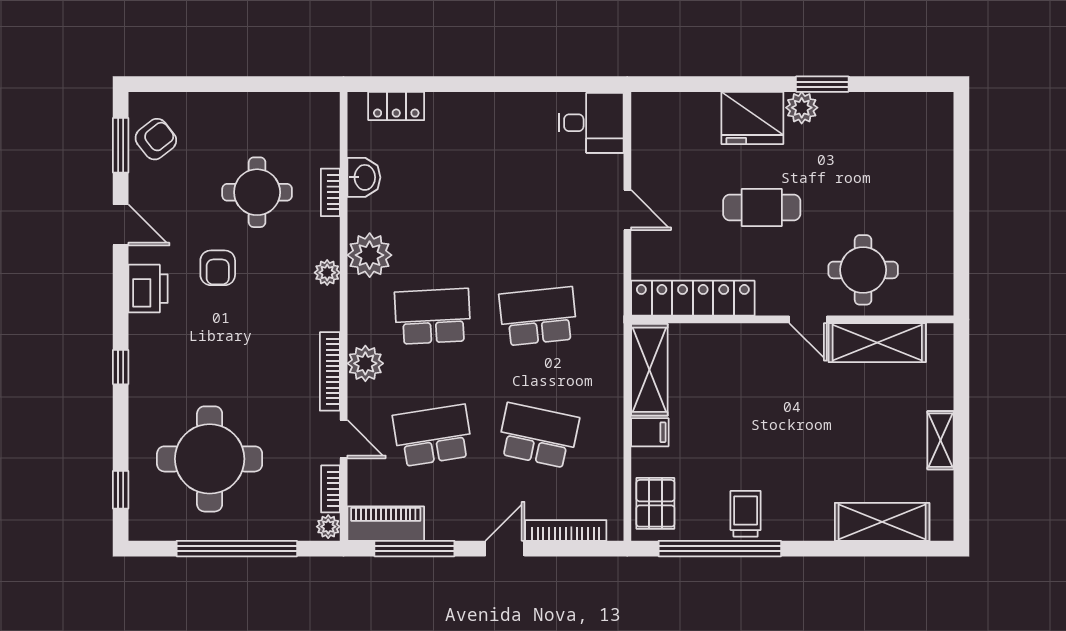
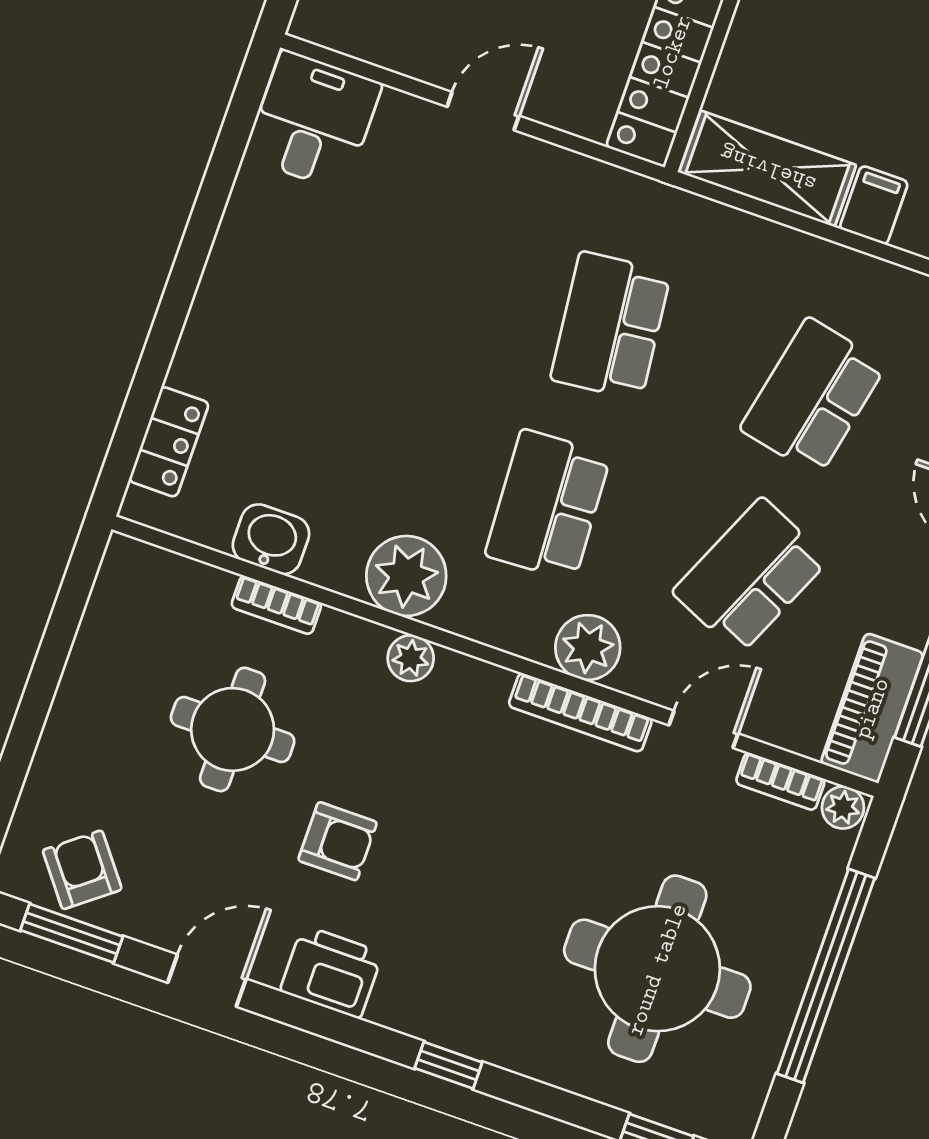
school desk: (433, 436) -> (750, 576), turned 33

